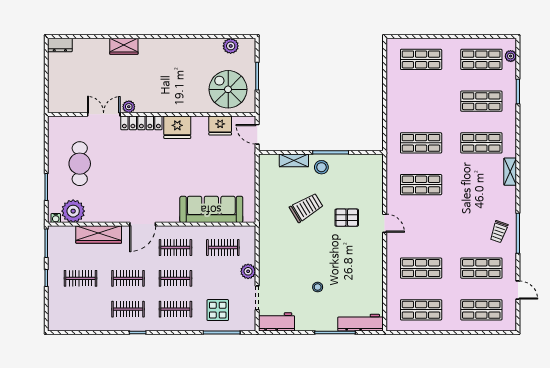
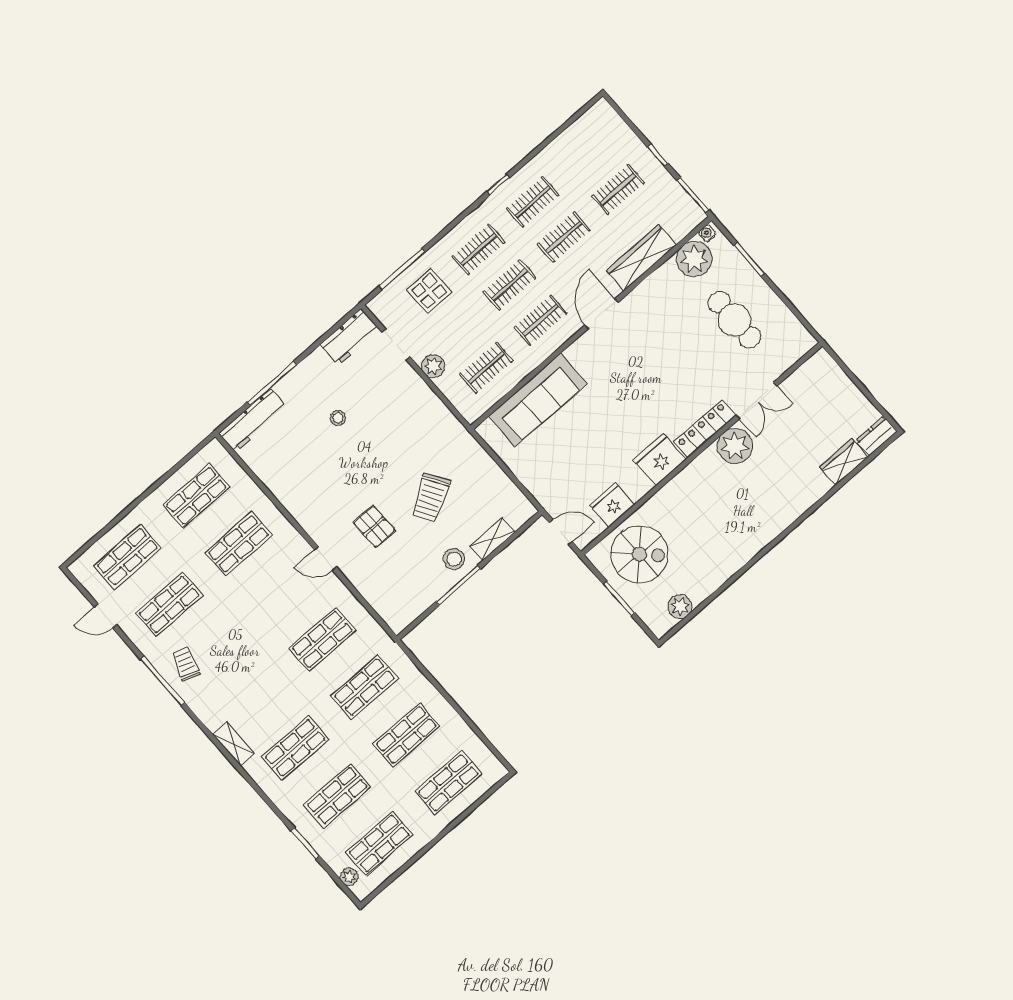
wardrobe: (124, 46) -> (844, 462), moved
shop shelf: (421, 101) -> (406, 735), added
plant: (129, 107) -> (735, 446), width x1.88, depth x1.88
pallet: (347, 218) -> (374, 527), turned 90

